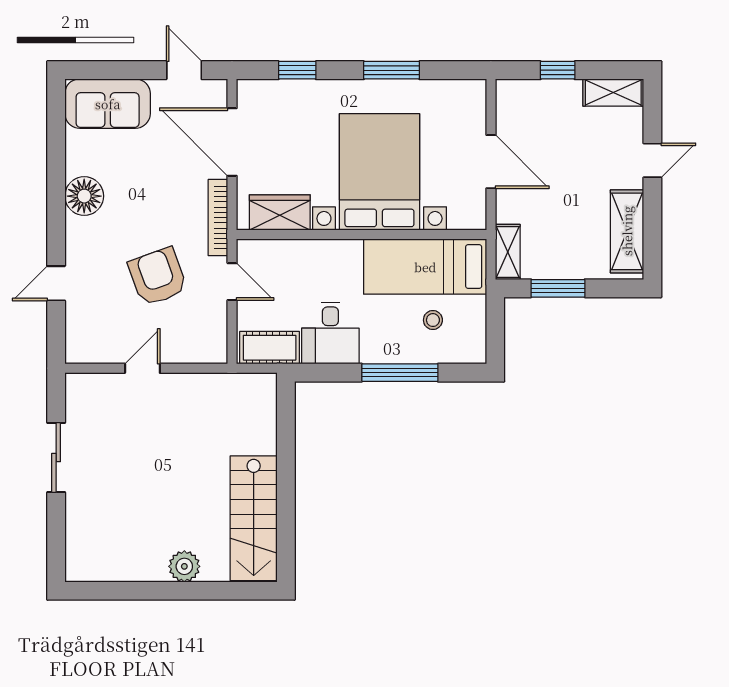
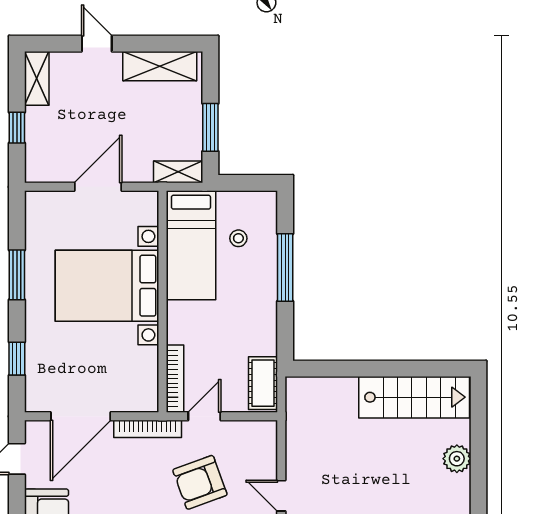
wardrobe: (280, 212) -> (143, 374), removed
bookcase: (275, 249) -> (175, 379), added
desk: (330, 333) -> (250, 329), removed

